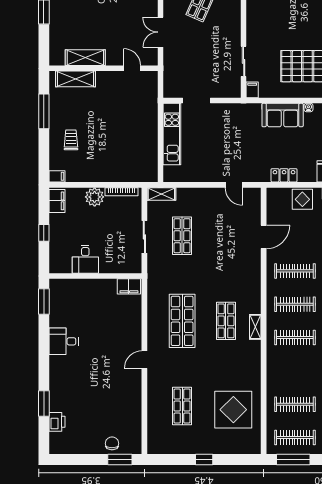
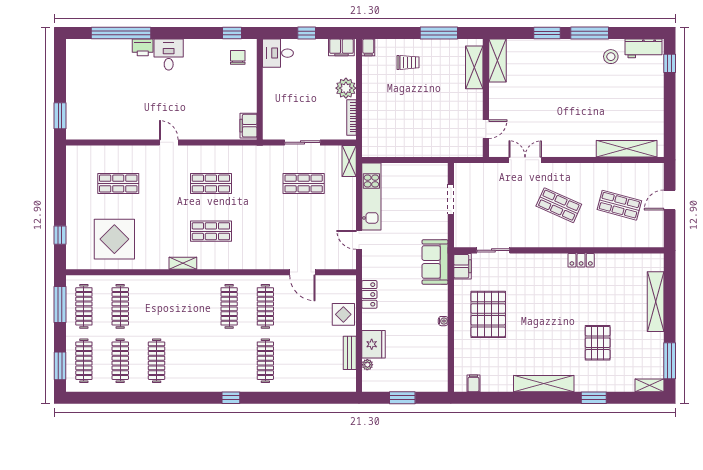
shelving: (85, 58) -> (497, 61), moved
filing cabinet: (252, 90) -> (462, 266), width x2.00
sofa: (283, 115) -> (435, 262), moved
kitchen unit: (172, 134) -> (371, 196), moved, turned -90
door: (234, 185) -> (359, 240), hinge flipped
desk: (85, 259) -> (278, 53), moved
window: (44, 302) -> (232, 33), width x0.67
shop shelf: (182, 321) -> (211, 183), width x0.70, depth x0.74
shelving: (255, 327) -> (183, 263), moved
clothes rail: (295, 338) -> (193, 306), removed
desk: (64, 341) -> (169, 55), moved
window: (44, 404) -> (121, 33), width x2.11
printer: (57, 422) -> (143, 47), moved
chair: (112, 443) -> (238, 57), moved, turned -90
window: (204, 460) -> (60, 235), moved

